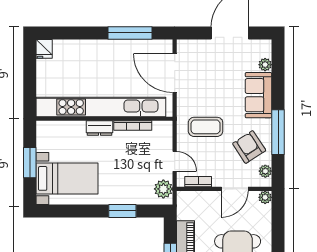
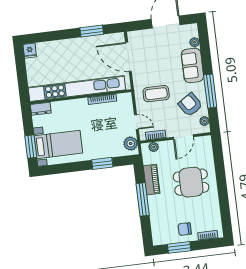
window: (130, 33) -> (92, 31), width x0.69
dresser: (100, 128) -> (41, 109), moved
window: (30, 163) -> (31, 147), moved
plant: (265, 197) -> (154, 147), moved

